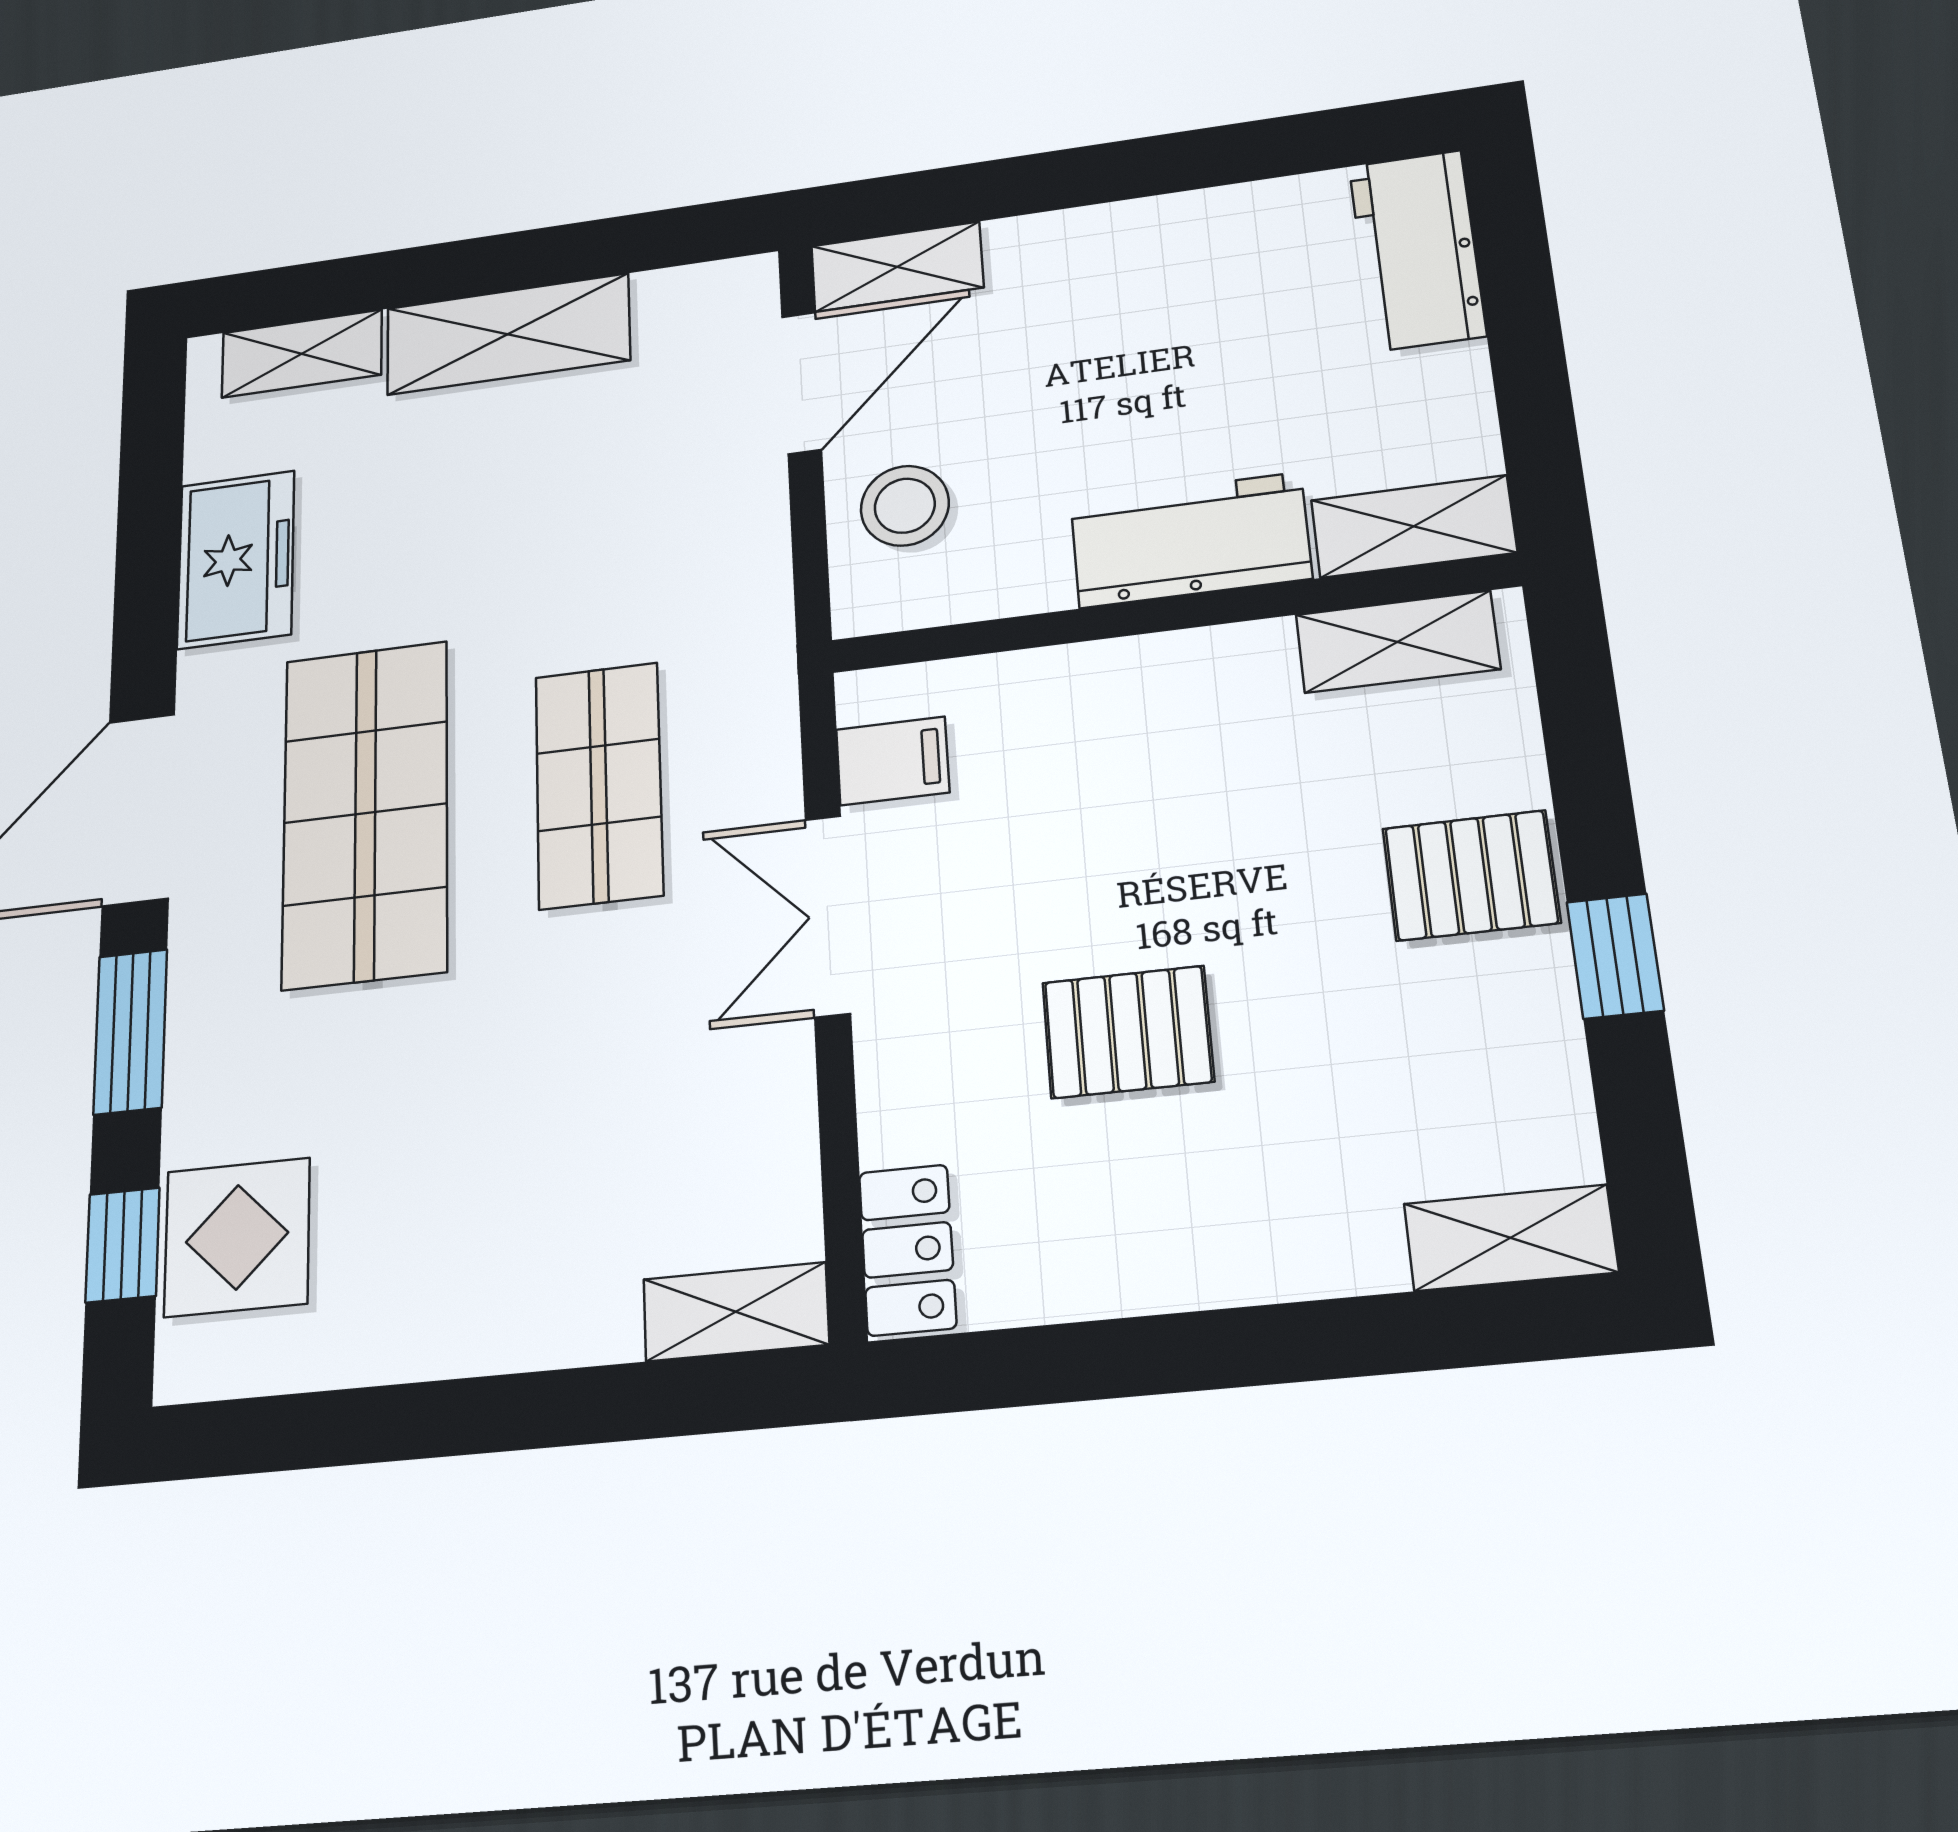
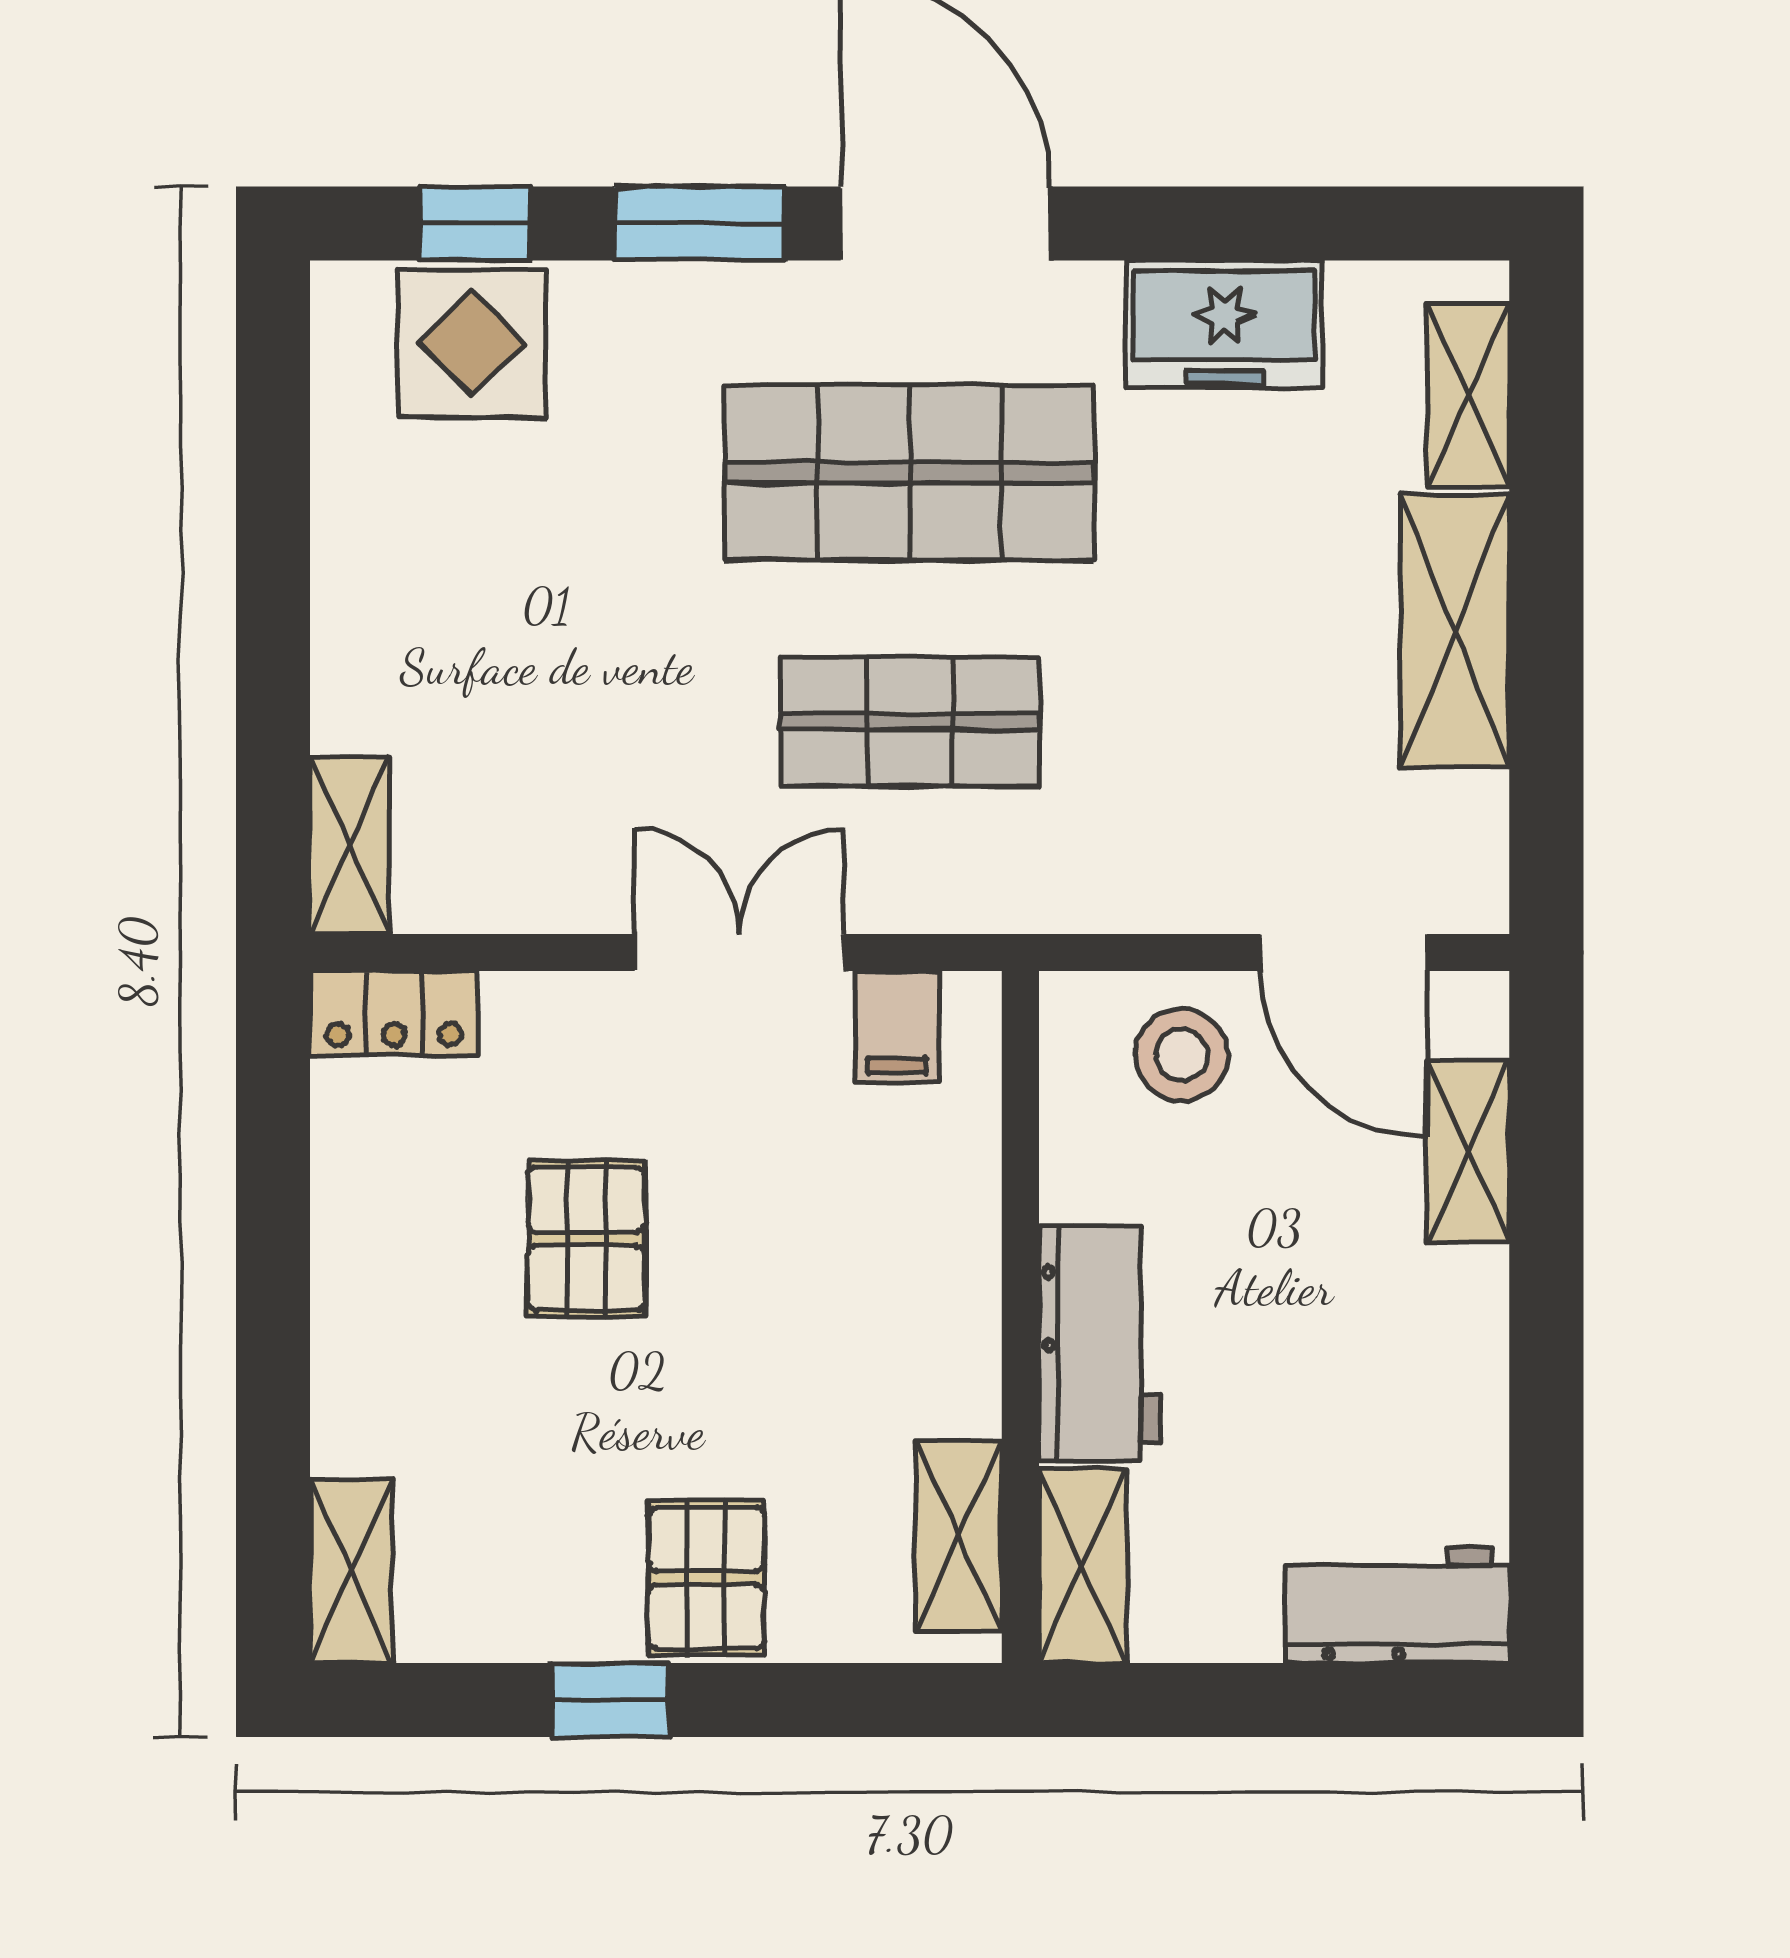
shelving: (897, 267) -> (1468, 1152), moved

